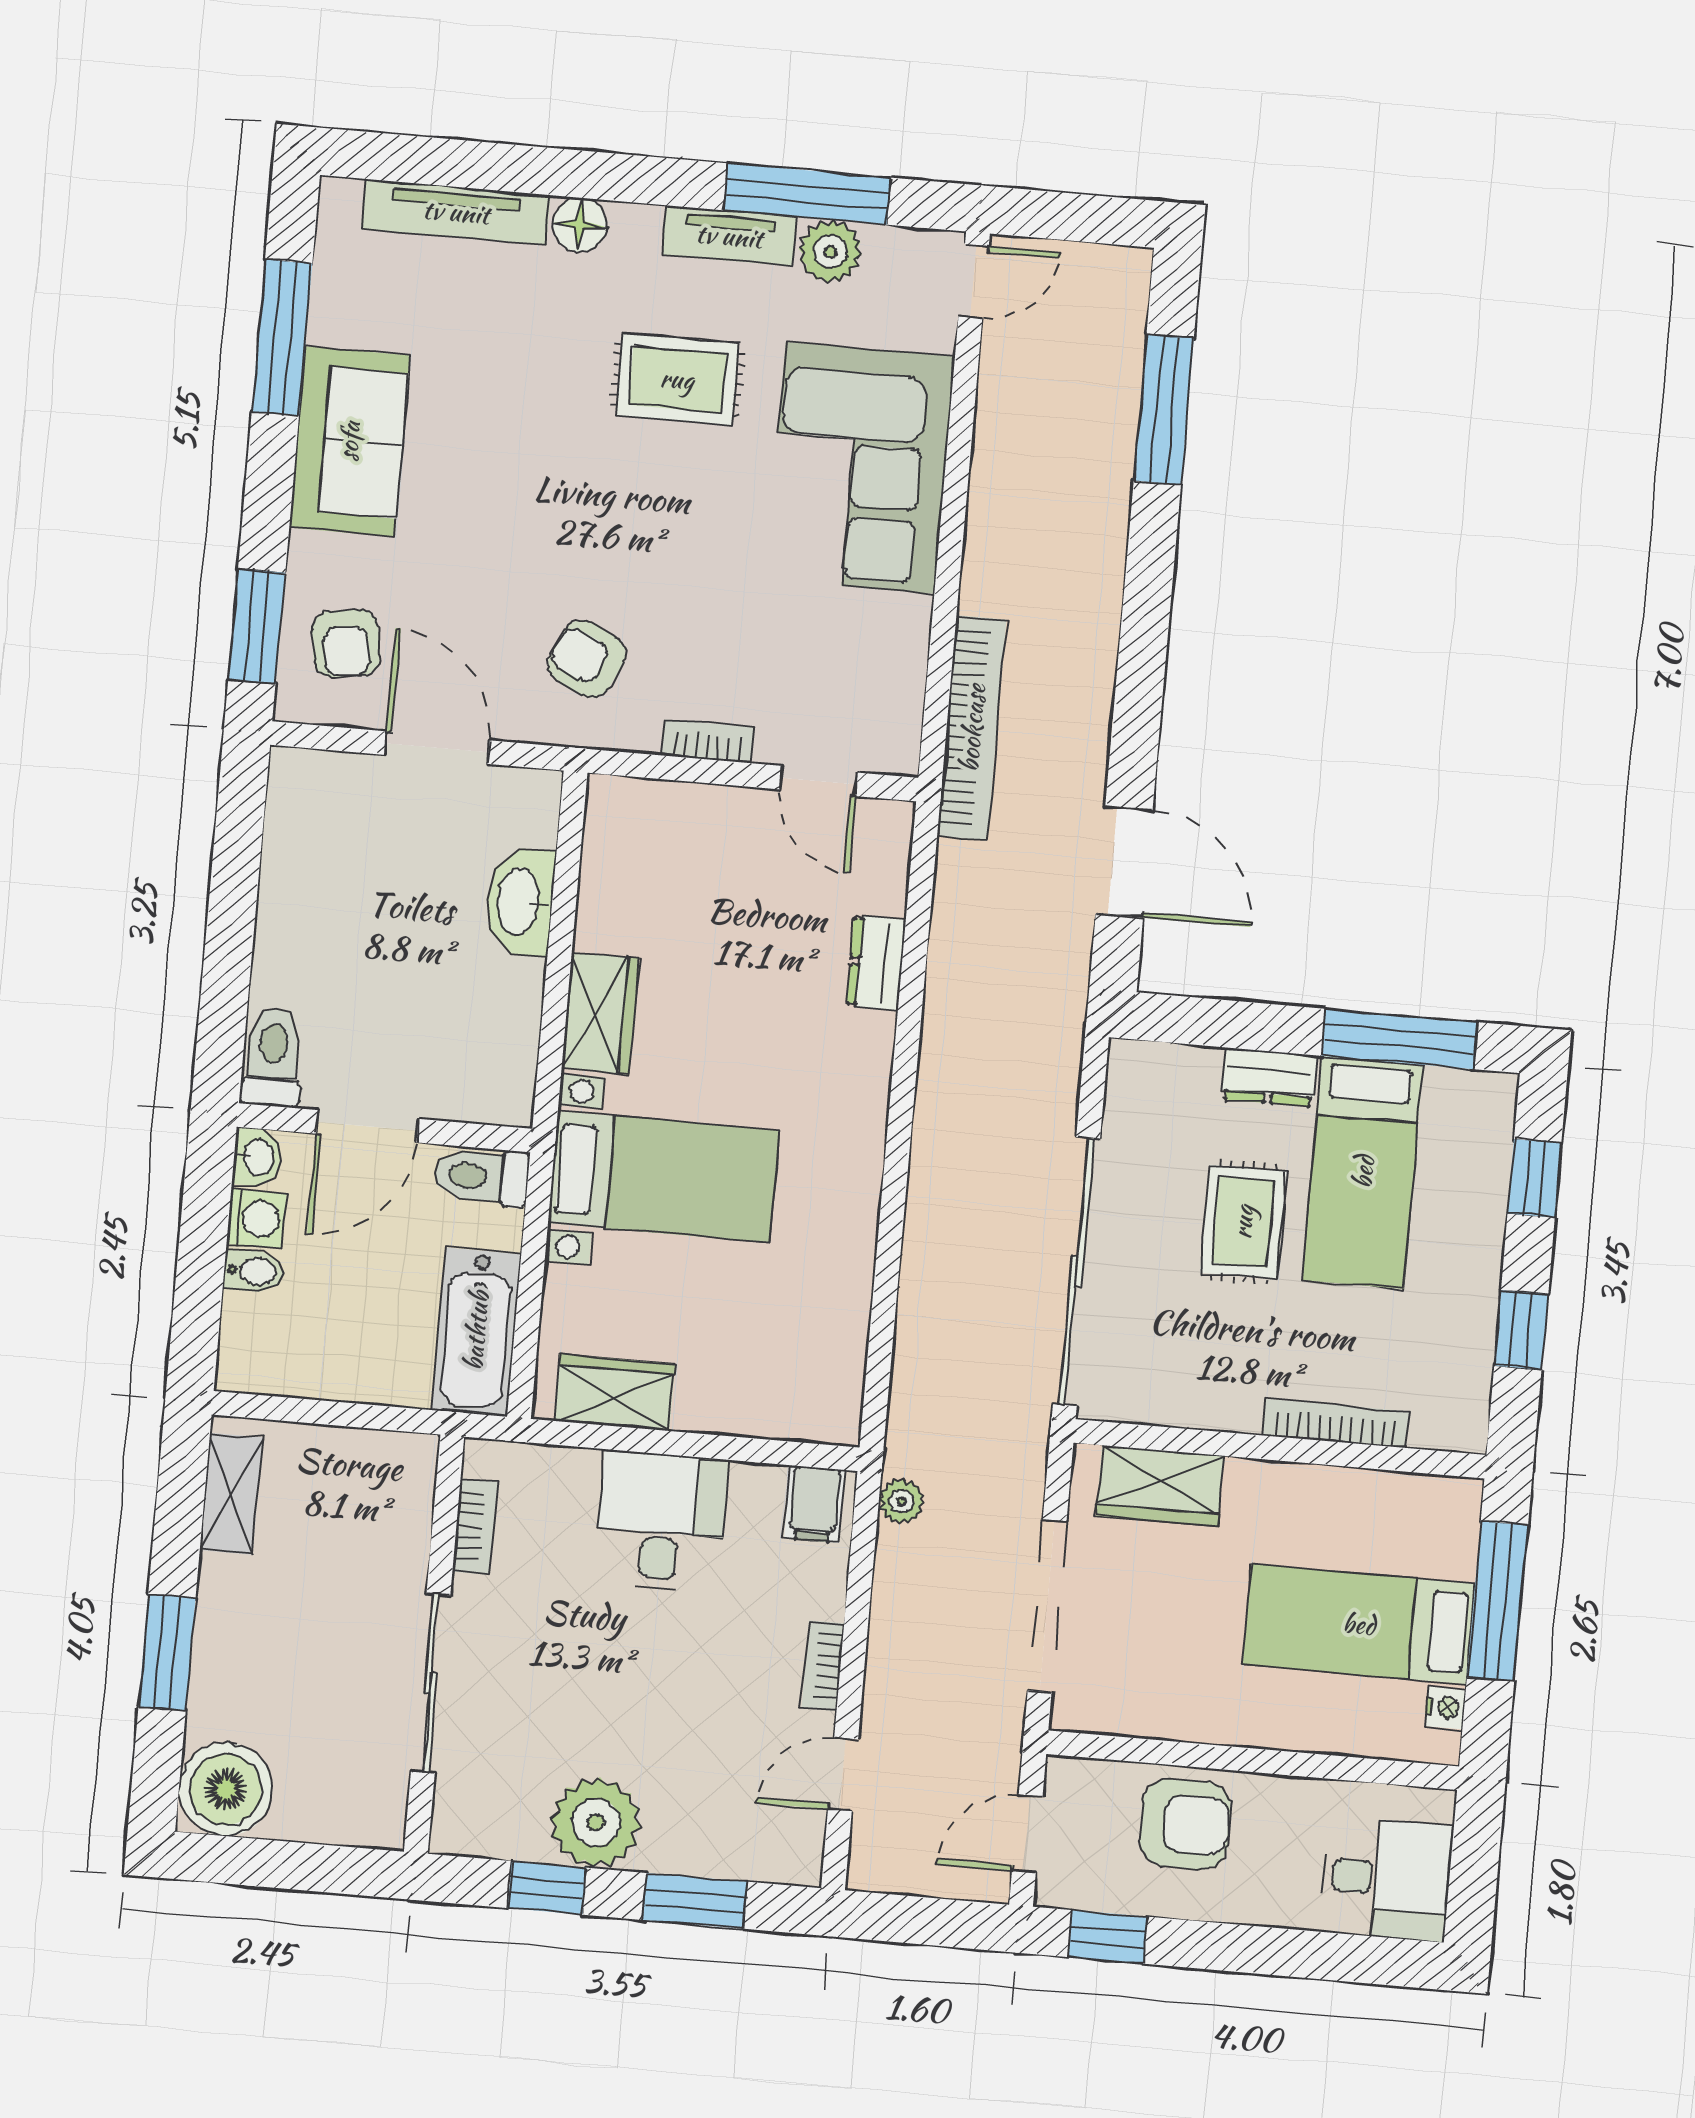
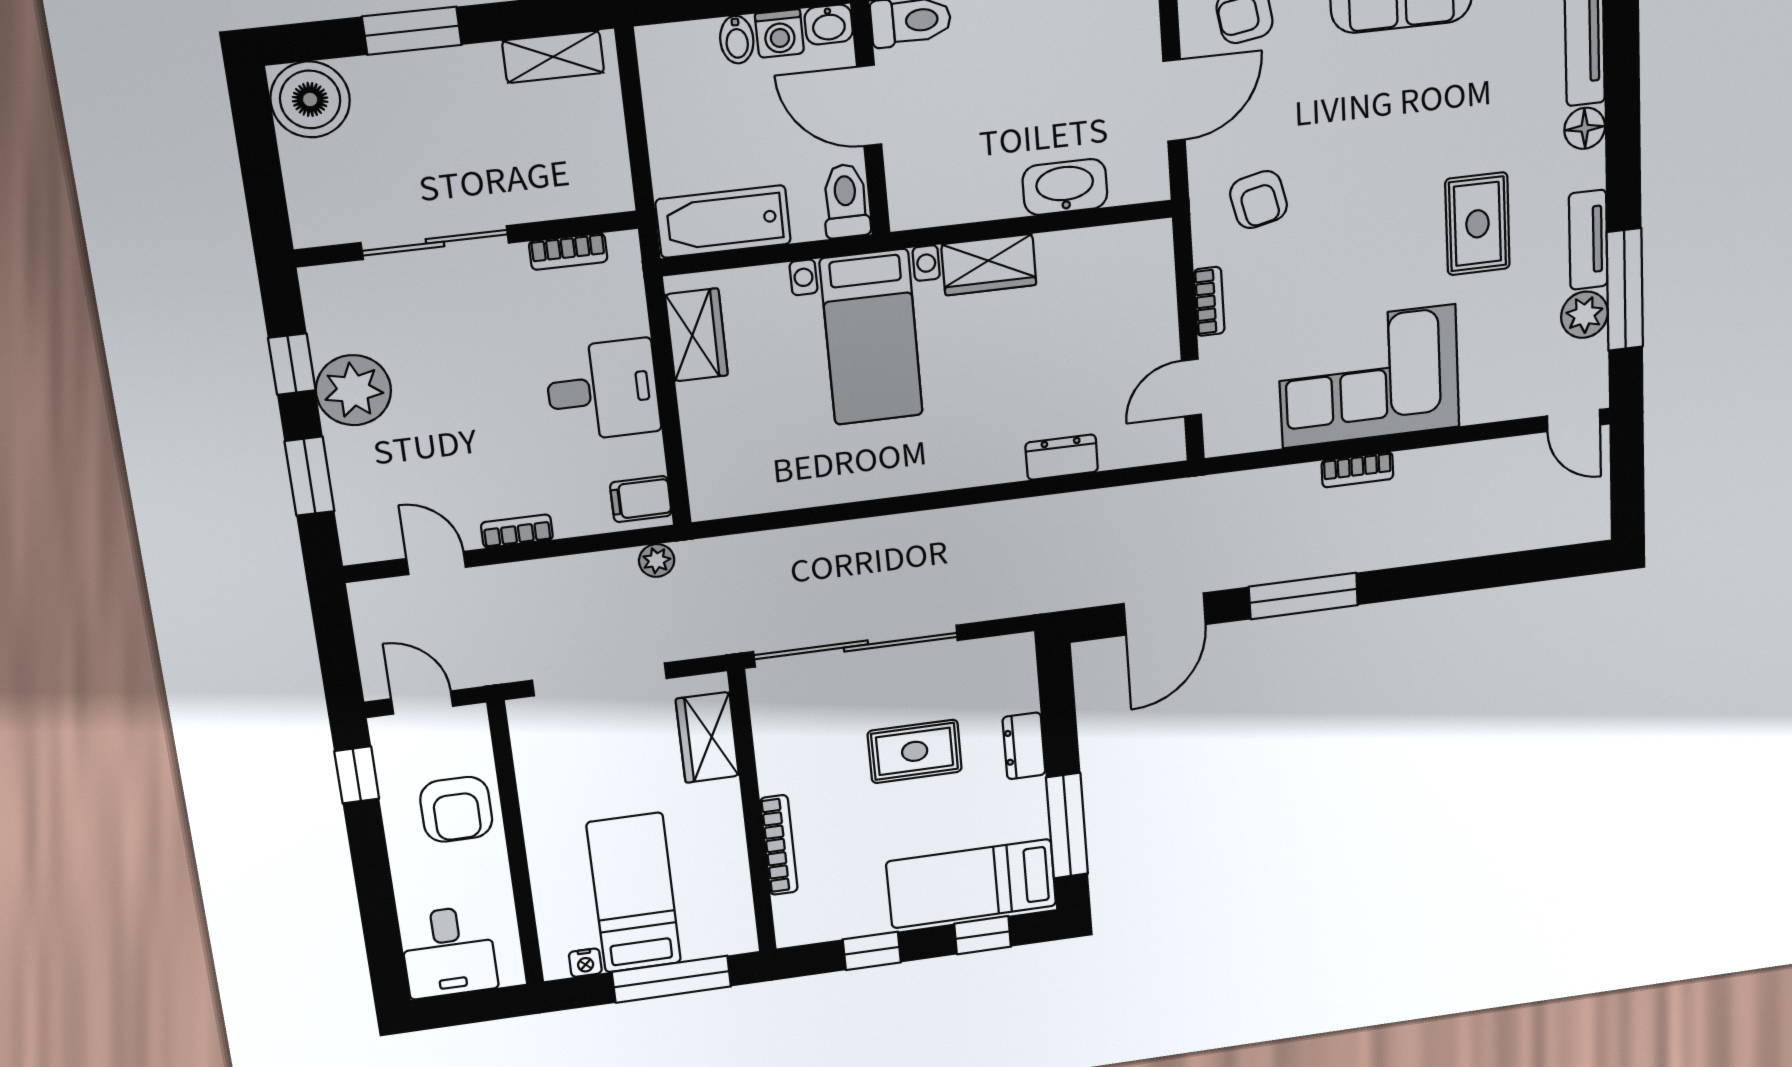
window: (1164, 409) -> (1303, 596), moved
corner sofa: (860, 468) -> (1369, 376), moved
armchair: (587, 659) -> (1259, 200), turned 142
bookcase: (972, 728) -> (1357, 470), moved, width x0.43, depth x0.76
bed: (1363, 1172) -> (971, 884), moved

